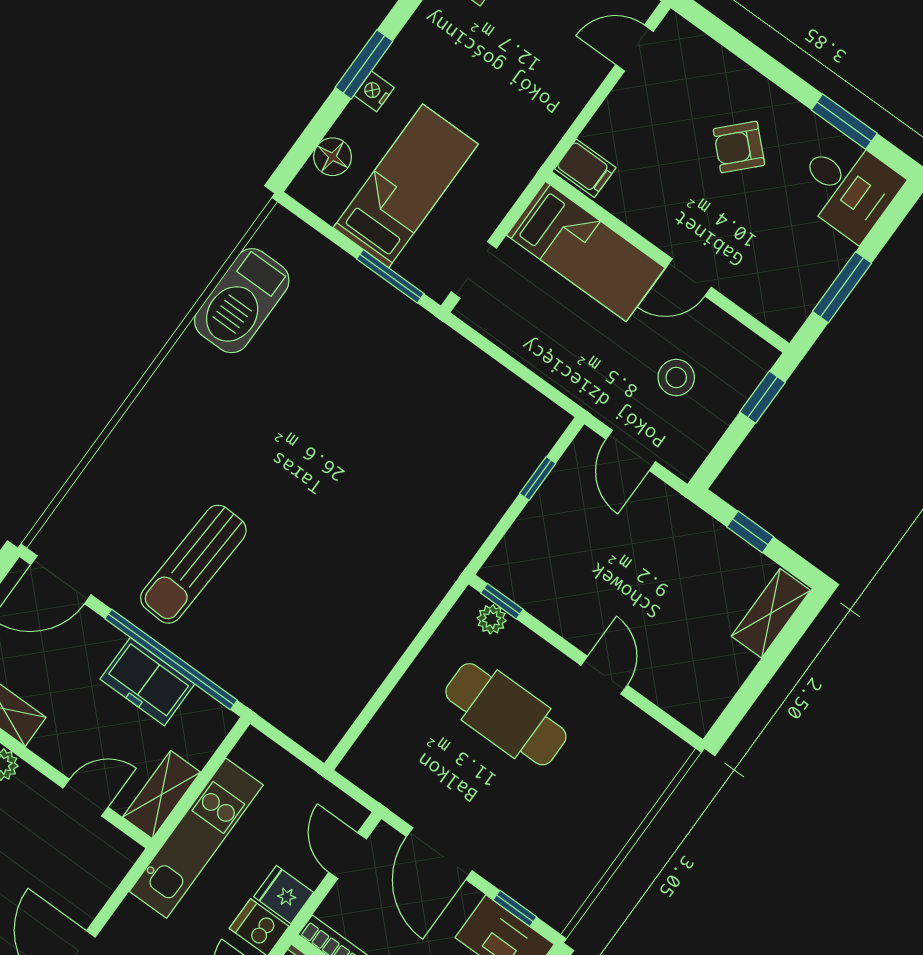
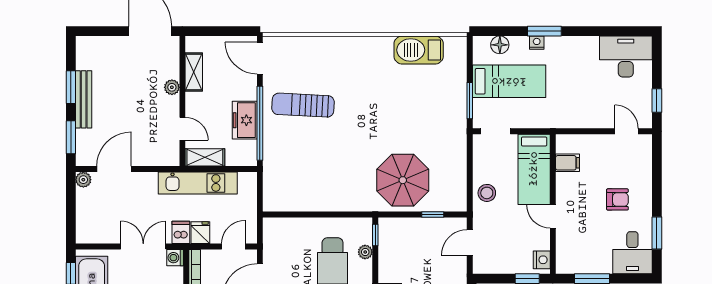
armchair: (739, 147) -> (617, 199), turned 136
filing cabinet: (585, 168) -> (567, 163), moved, turned -90
nightstand: (748, 349) -> (542, 260), added
stool: (676, 378) -> (487, 193), moved
parasol: (443, 487) -> (403, 180), added
plant: (492, 619) -> (365, 252), moved

